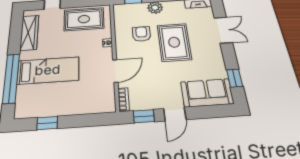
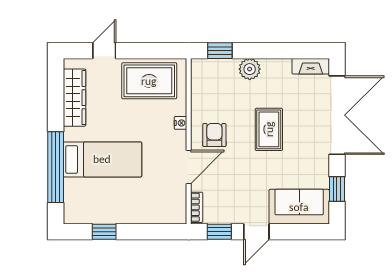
double door: (223, 30) -> (337, 115), width x1.87
armchair: (141, 34) -> (214, 135), moved
rug: (174, 42) -> (269, 129), width x0.73, depth x0.70

